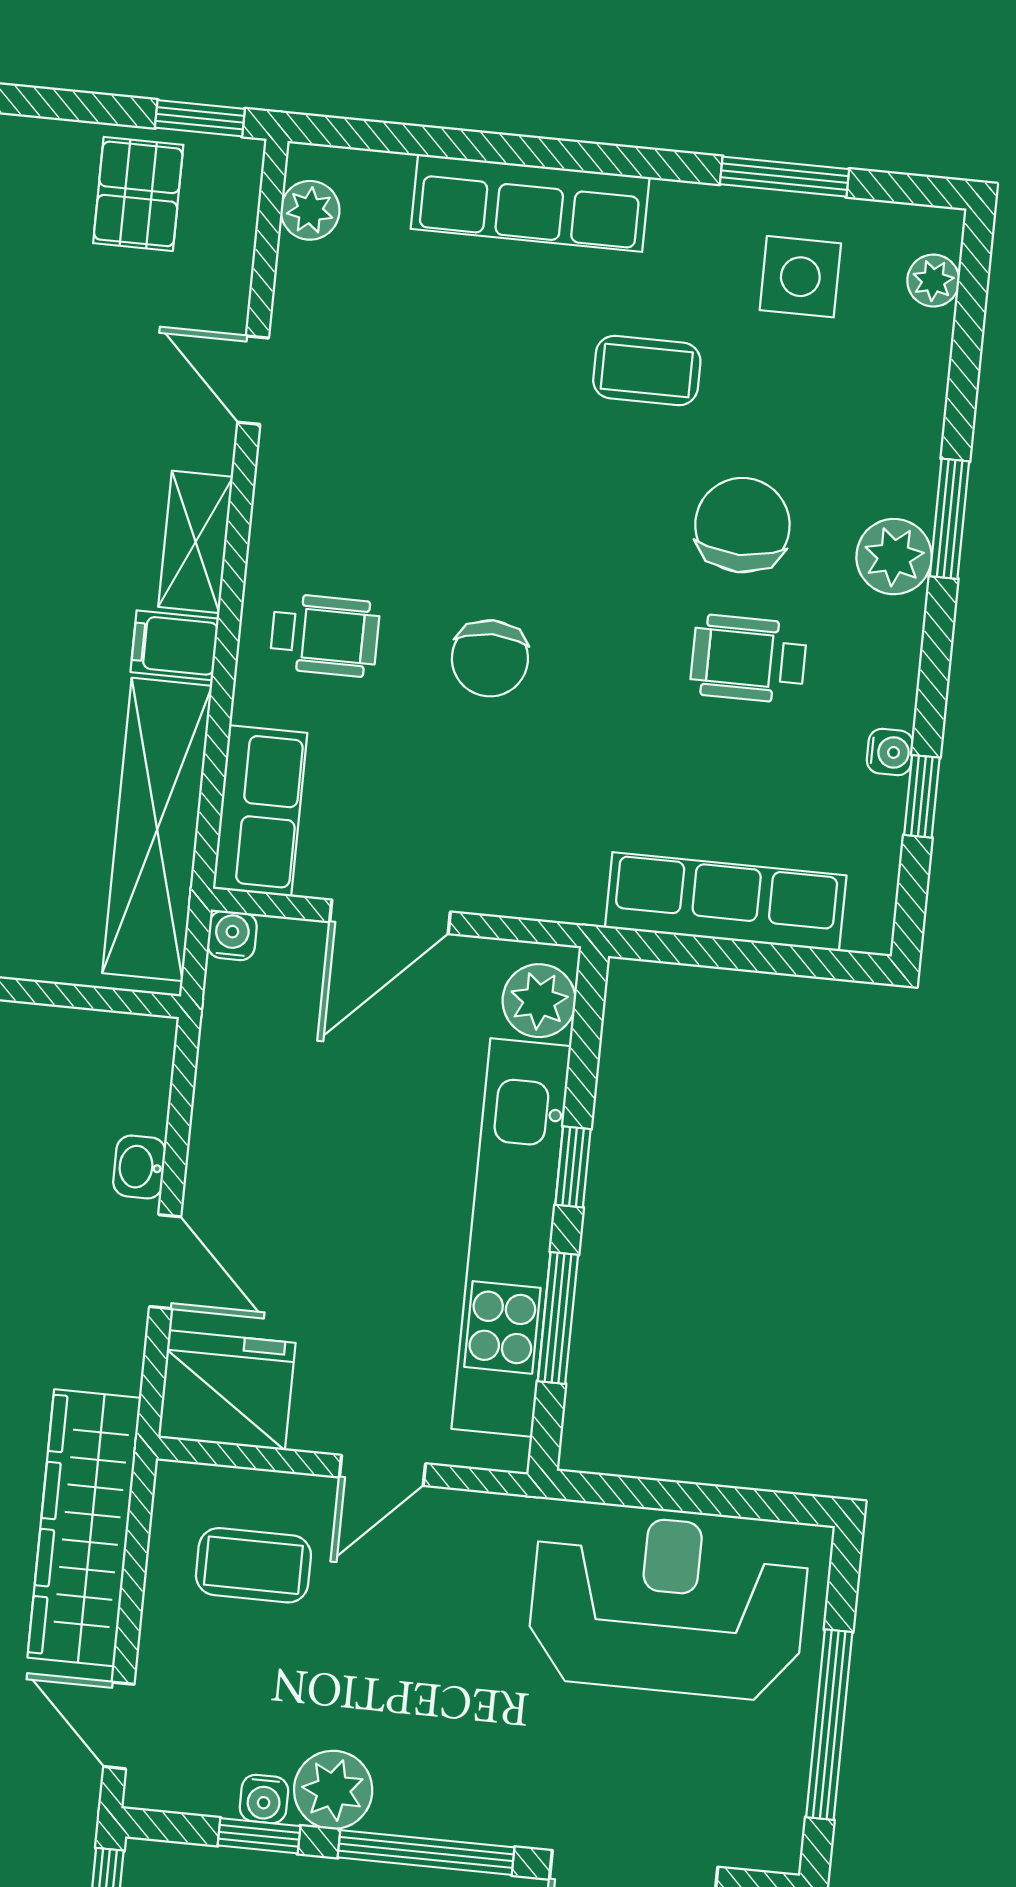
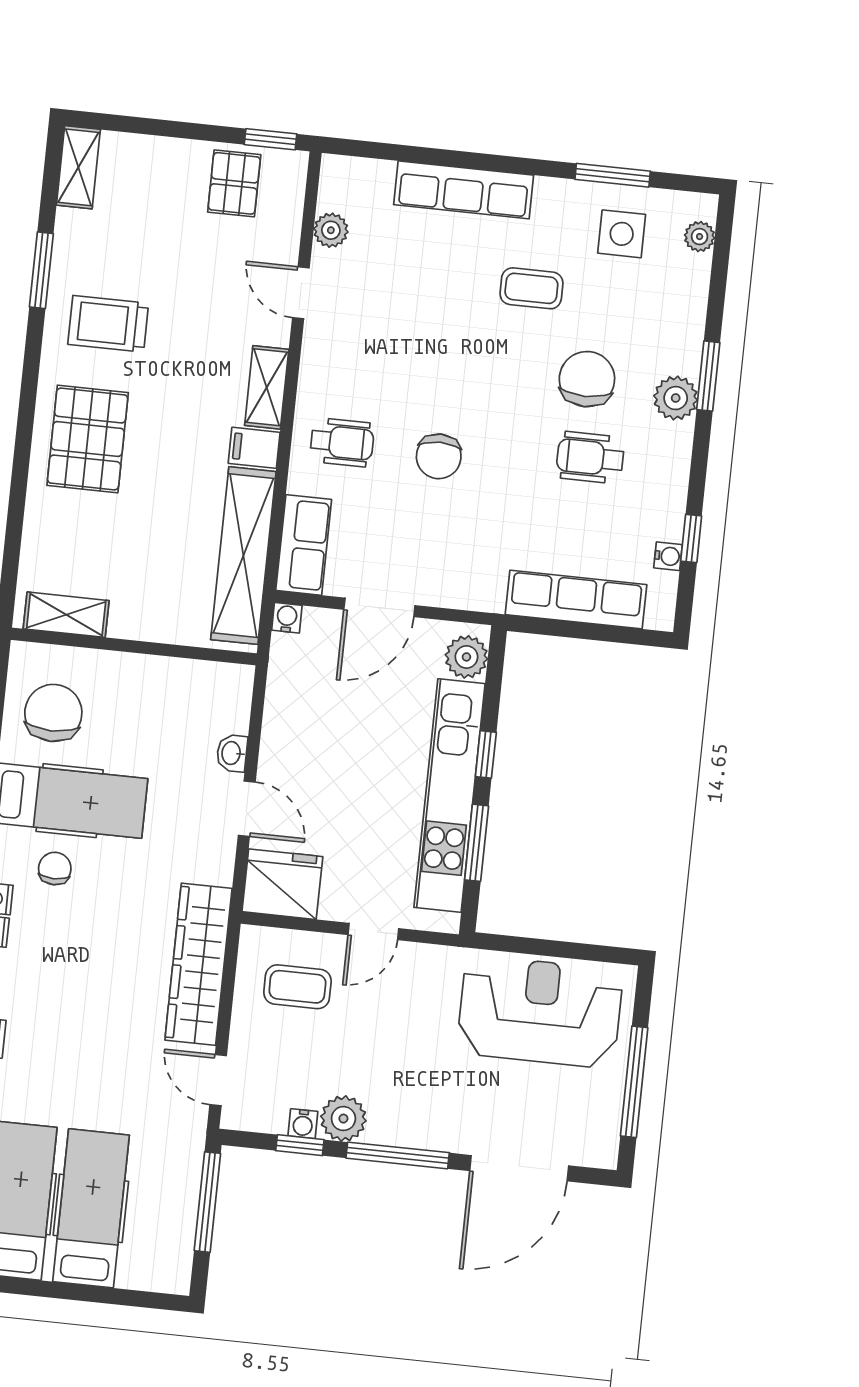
plant: (310, 210) -> (331, 230), moved
water cooler: (890, 752) -> (668, 556), moved

